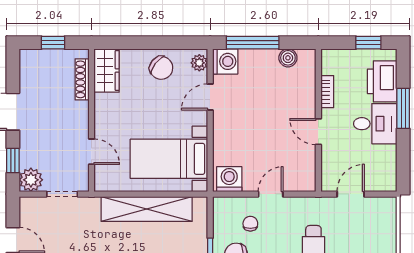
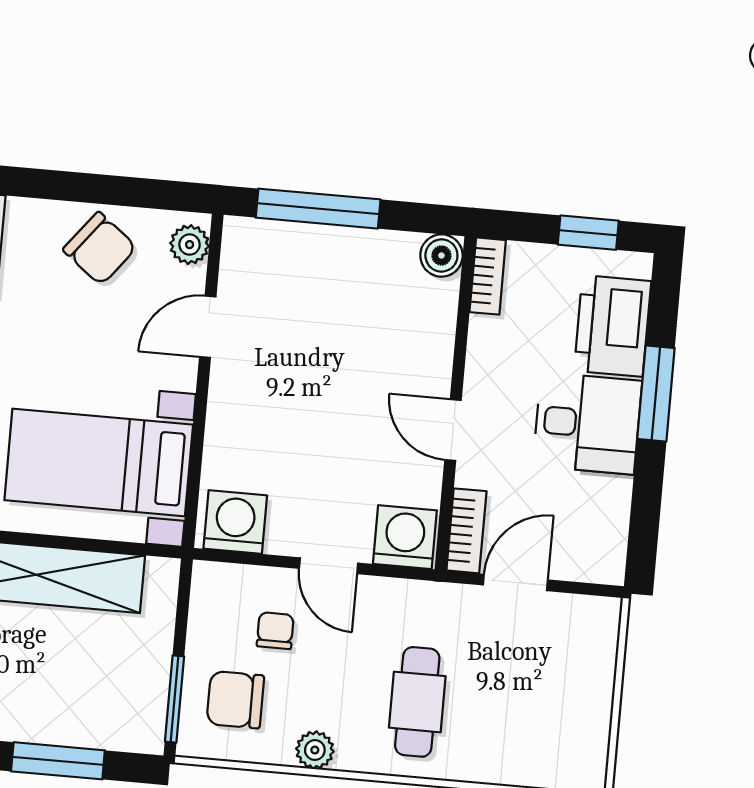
boiler: (288, 58) -> (441, 255), moved
washing machine: (225, 61) -> (405, 537), moved, turned -90
bookcase: (327, 92) -> (488, 276), moved
bookcase: (328, 174) -> (466, 531), added
door: (271, 194) -> (329, 566), swing flipped

